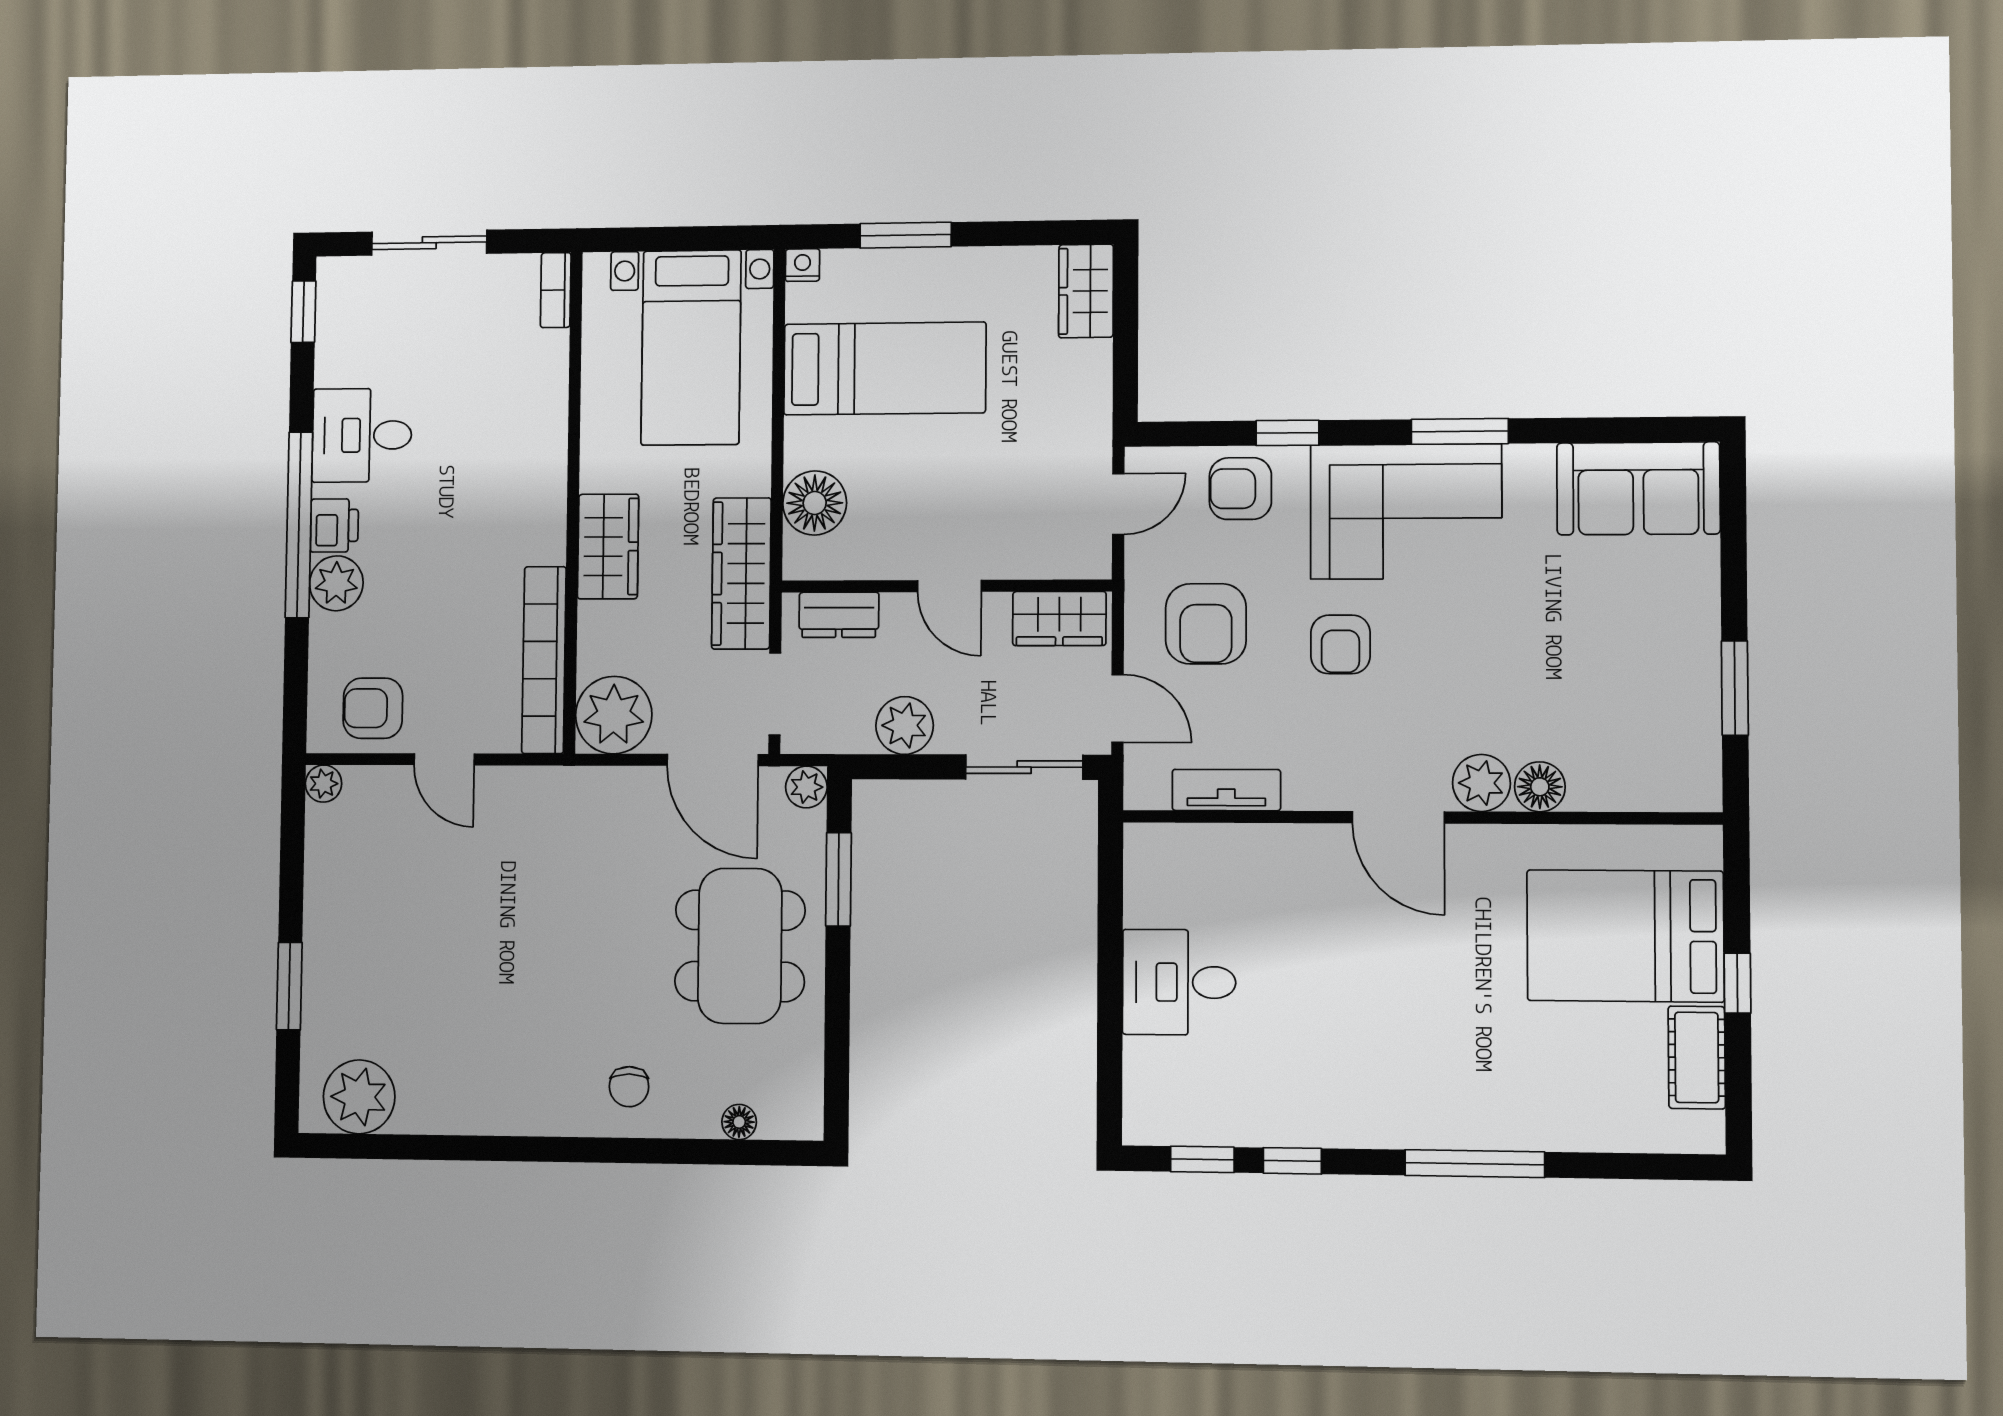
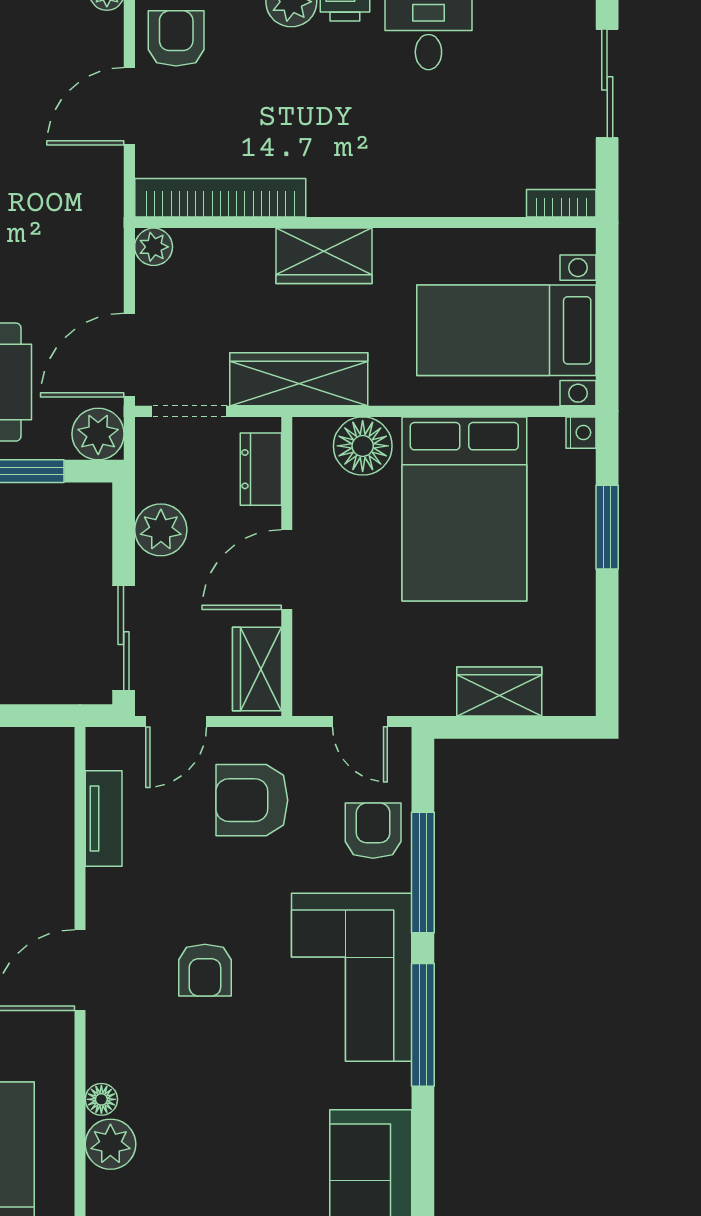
wardrobe: (1086, 291) -> (499, 692), moved
bed: (885, 368) -> (464, 509), width x1.50
window: (1460, 431) -> (423, 1025), width x1.44
window: (1288, 433) -> (423, 873), width x2.17
door: (949, 586) -> (287, 570), width x1.38
armchair: (1340, 644) -> (205, 970), moved, turned -90
plant: (614, 715) -> (154, 247), width x0.53, depth x0.53
door: (444, 759) -> (129, 106), width x1.38
plant: (1481, 783) -> (110, 1144), moved
plant: (806, 787) -> (98, 434), width x1.38, depth x1.38
floor lamp: (1540, 787) -> (101, 1099), width x0.73, depth x0.73

